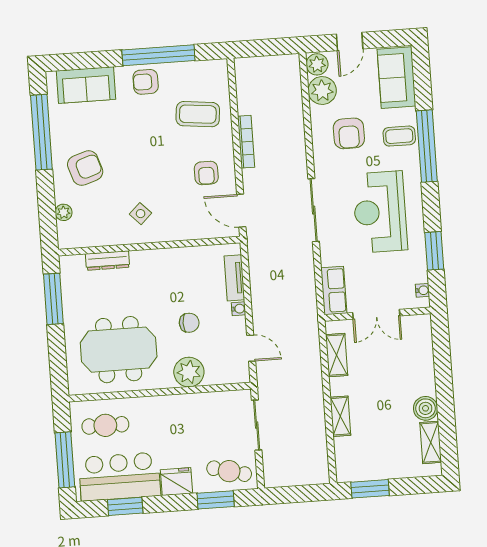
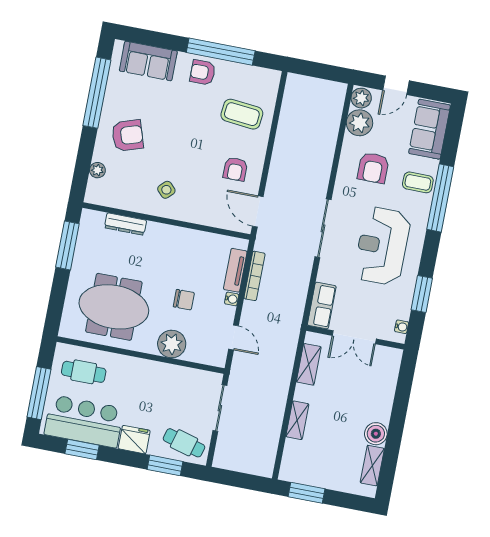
bookcase: (246, 142) -> (254, 276), moved

